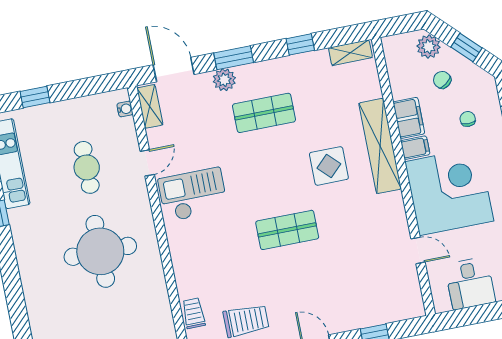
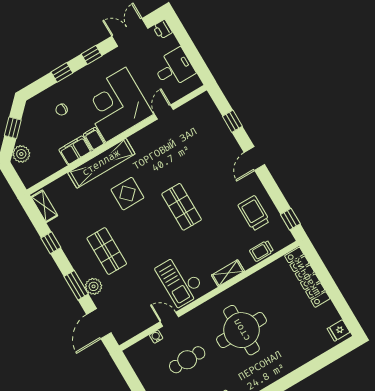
chair: (442, 80) -> (41, 137), removed
shelving: (150, 106) -> (228, 273), moved
water cooler: (125, 109) -> (156, 337), moved

